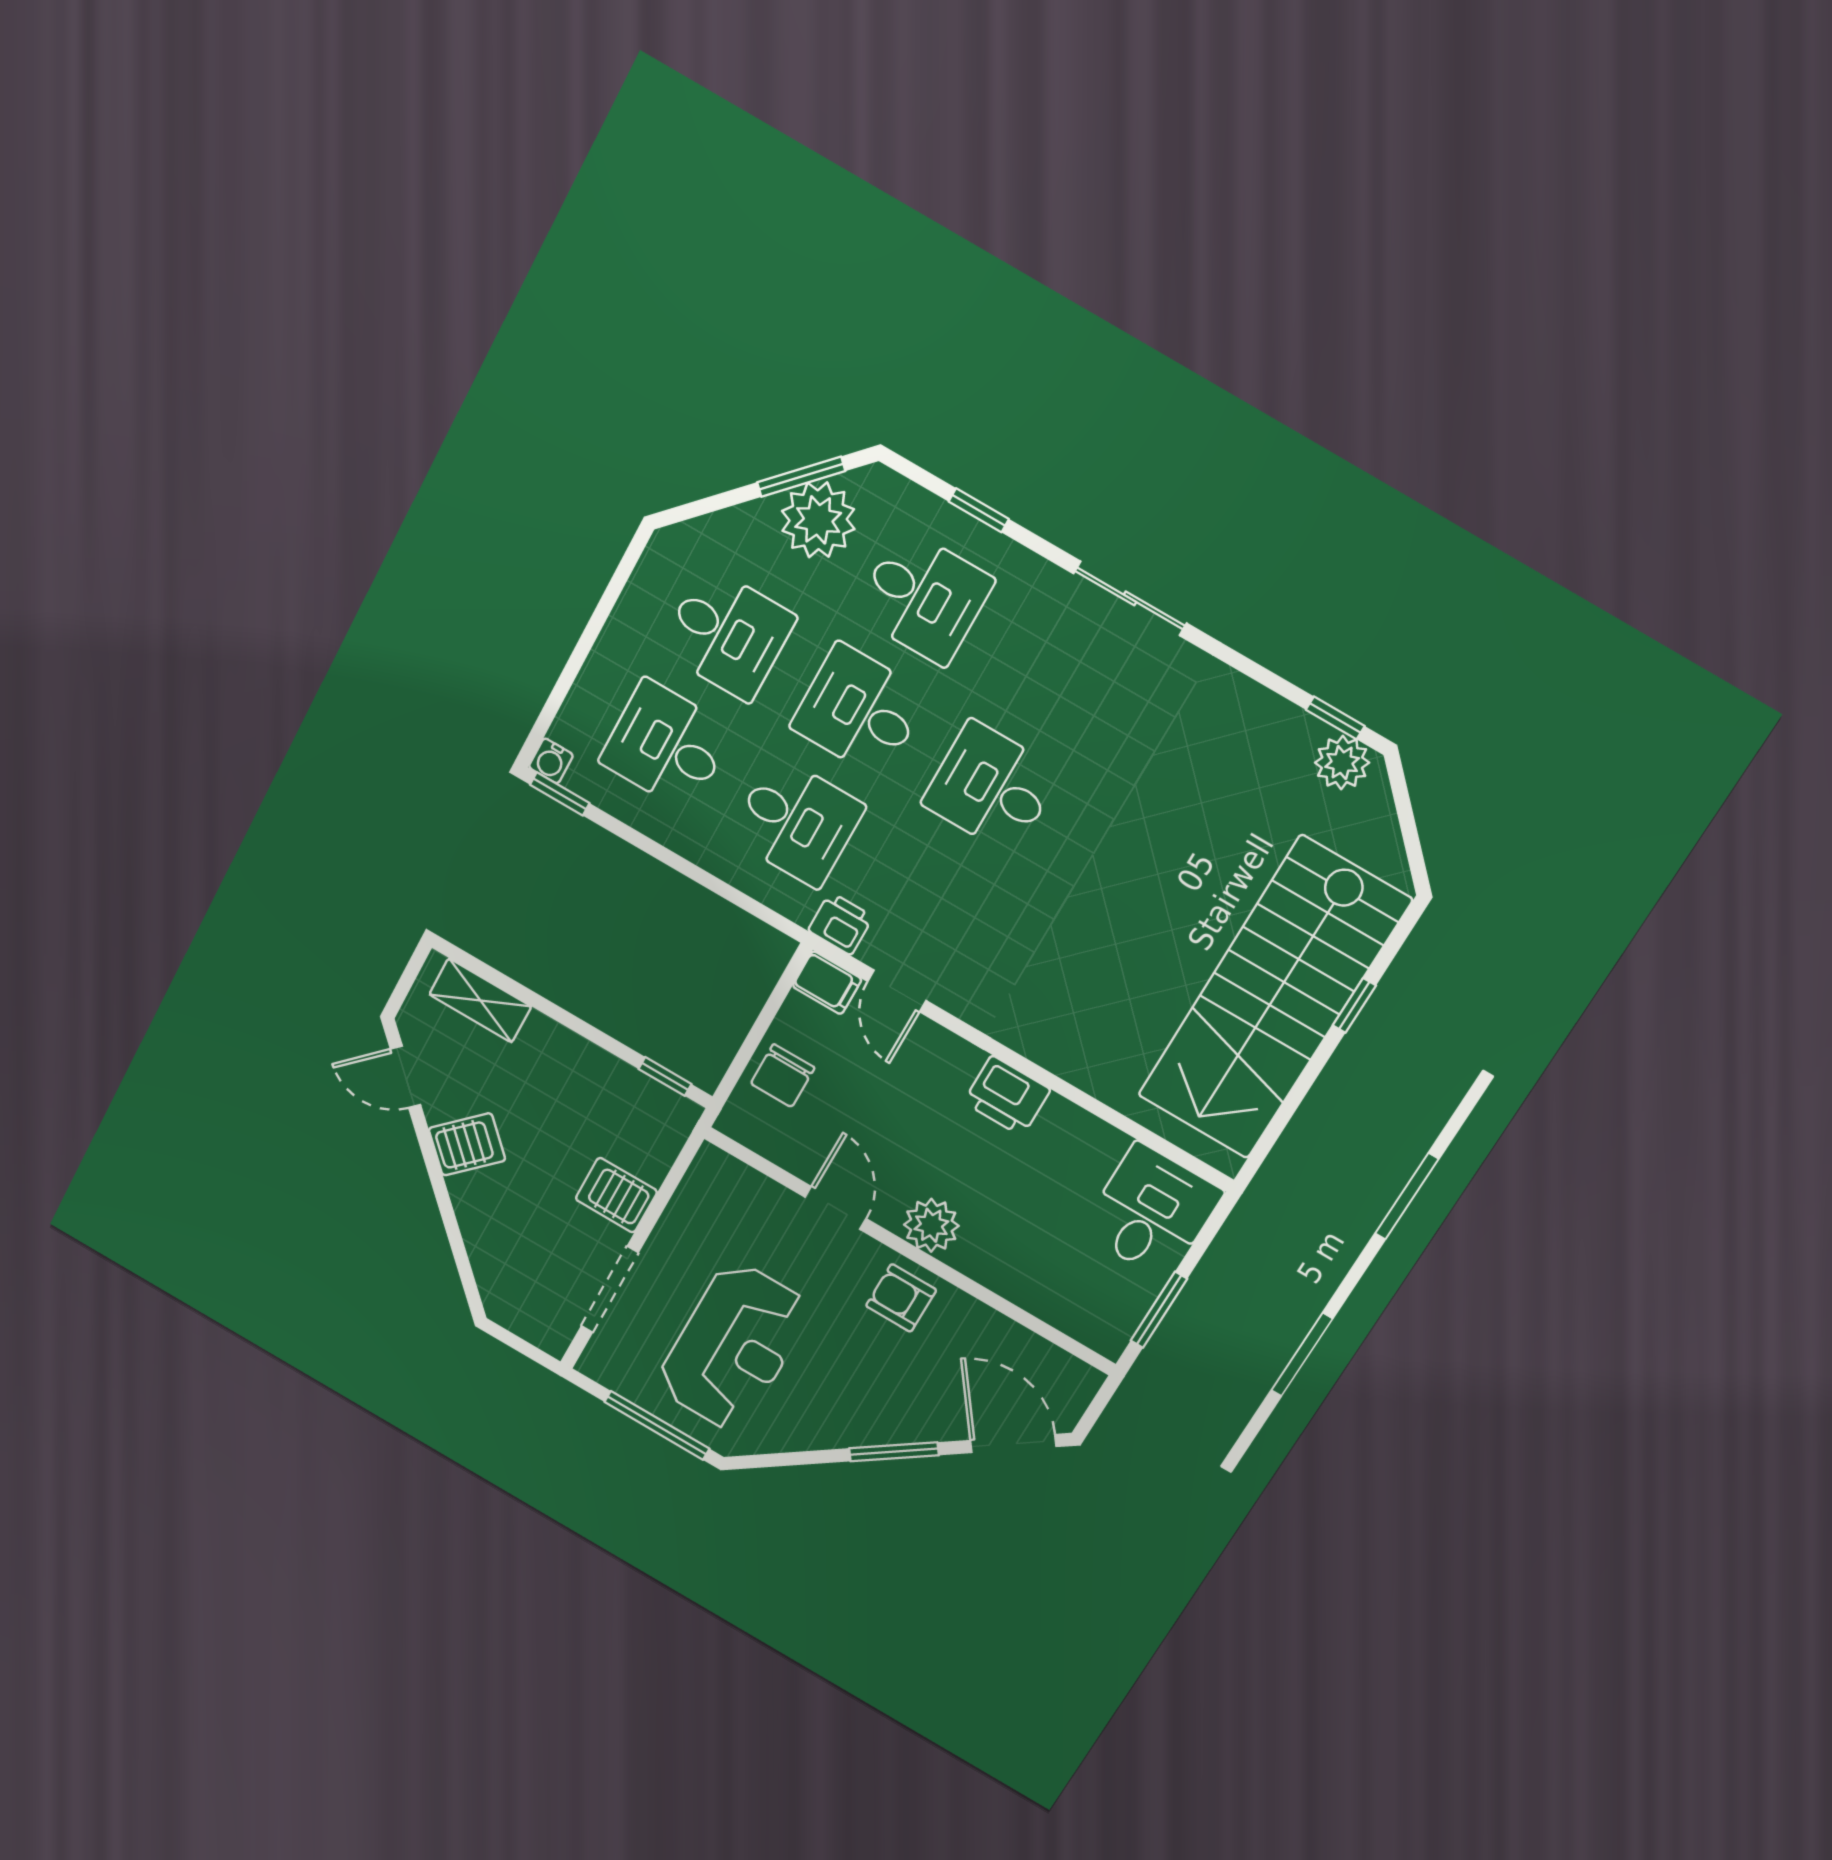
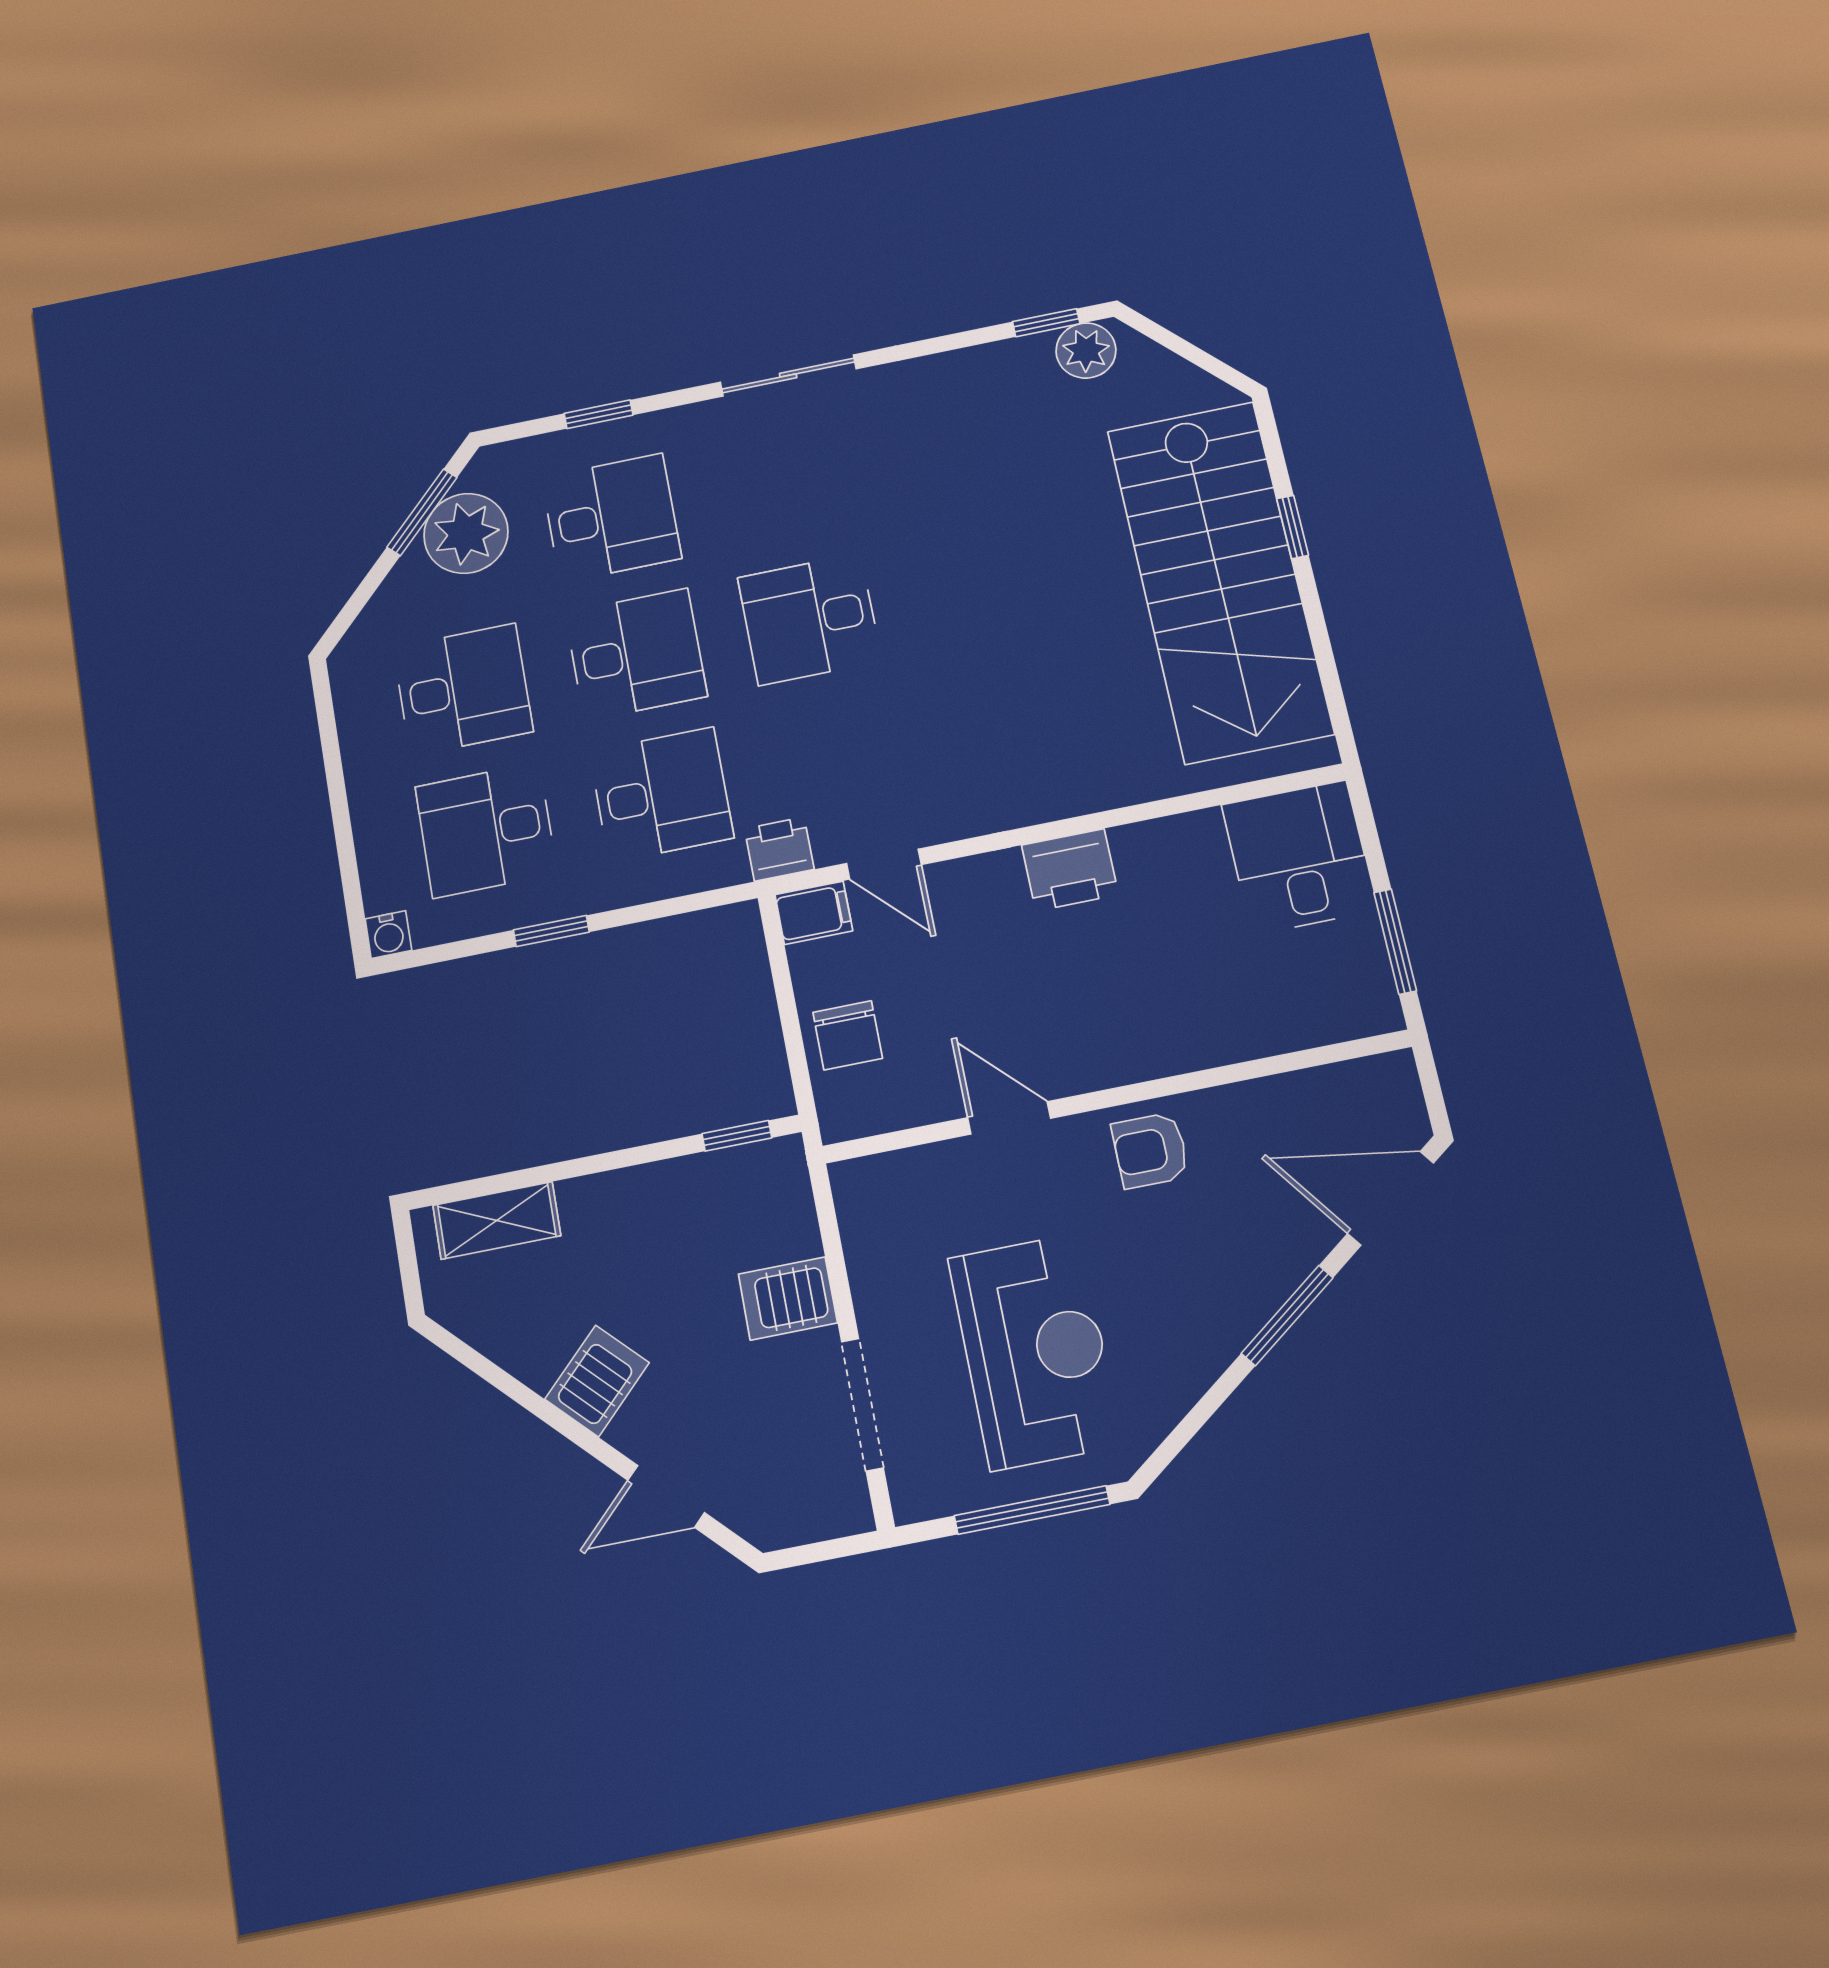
desk: (859, 711) -> (636, 654), turned 180
window: (560, 794) -> (551, 931), moved
door: (405, 1077) -> (666, 1496), moved
plant: (931, 1225) -> (1113, 1053), removed

